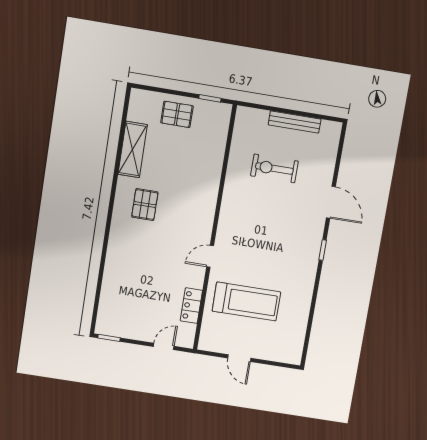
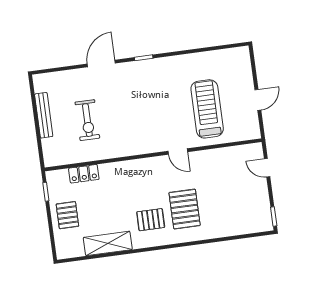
pallet: (145, 245) -> (185, 209), added
locker: (191, 306) -> (84, 174), moved

